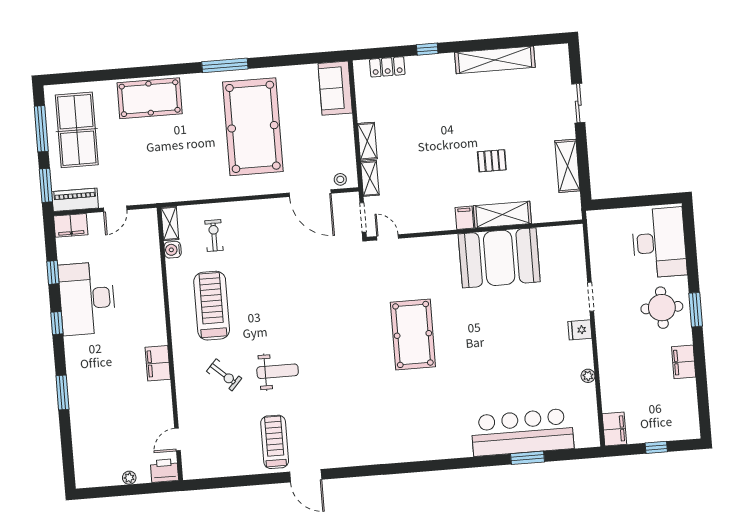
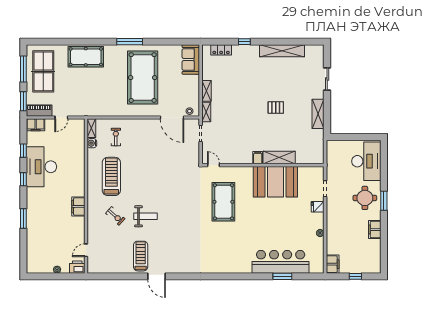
shelving: (502, 215) -> (279, 158), moved
filing cabinet: (464, 218) -> (258, 158), moved
wall: (475, 230) -> (263, 165), moved
door: (388, 237) -> (214, 165), moved
booth: (499, 258) -> (275, 182), moved

